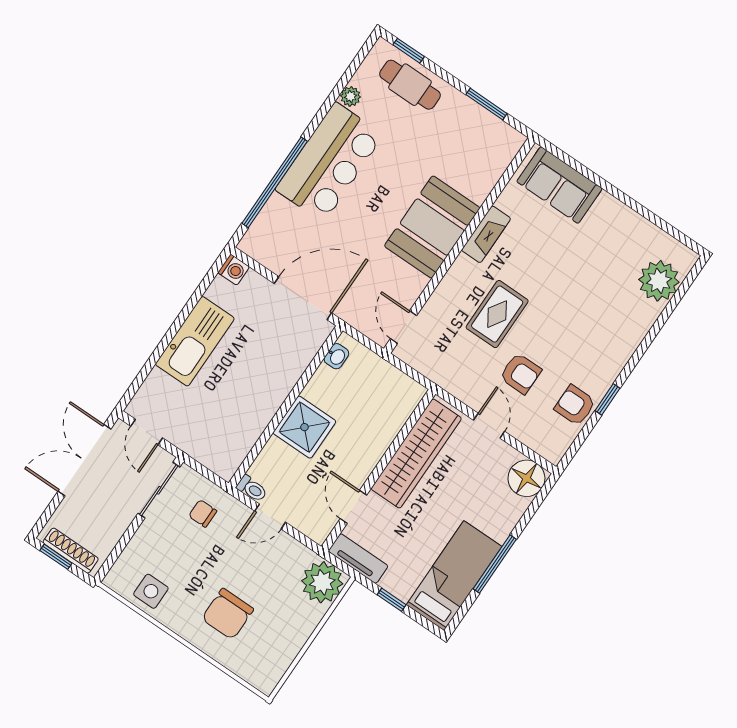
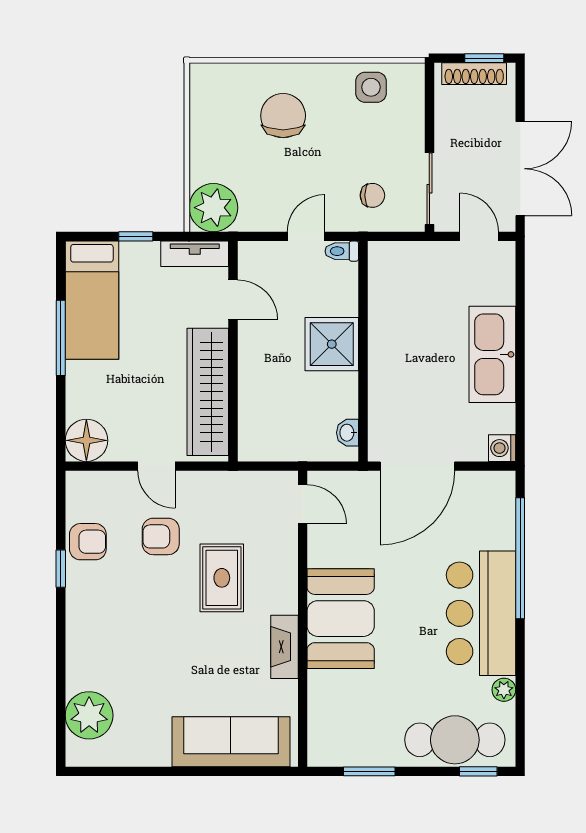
cafe table: (410, 85) -> (455, 740), width x1.37, depth x1.35
sofa: (559, 185) -> (231, 742), width x1.36

